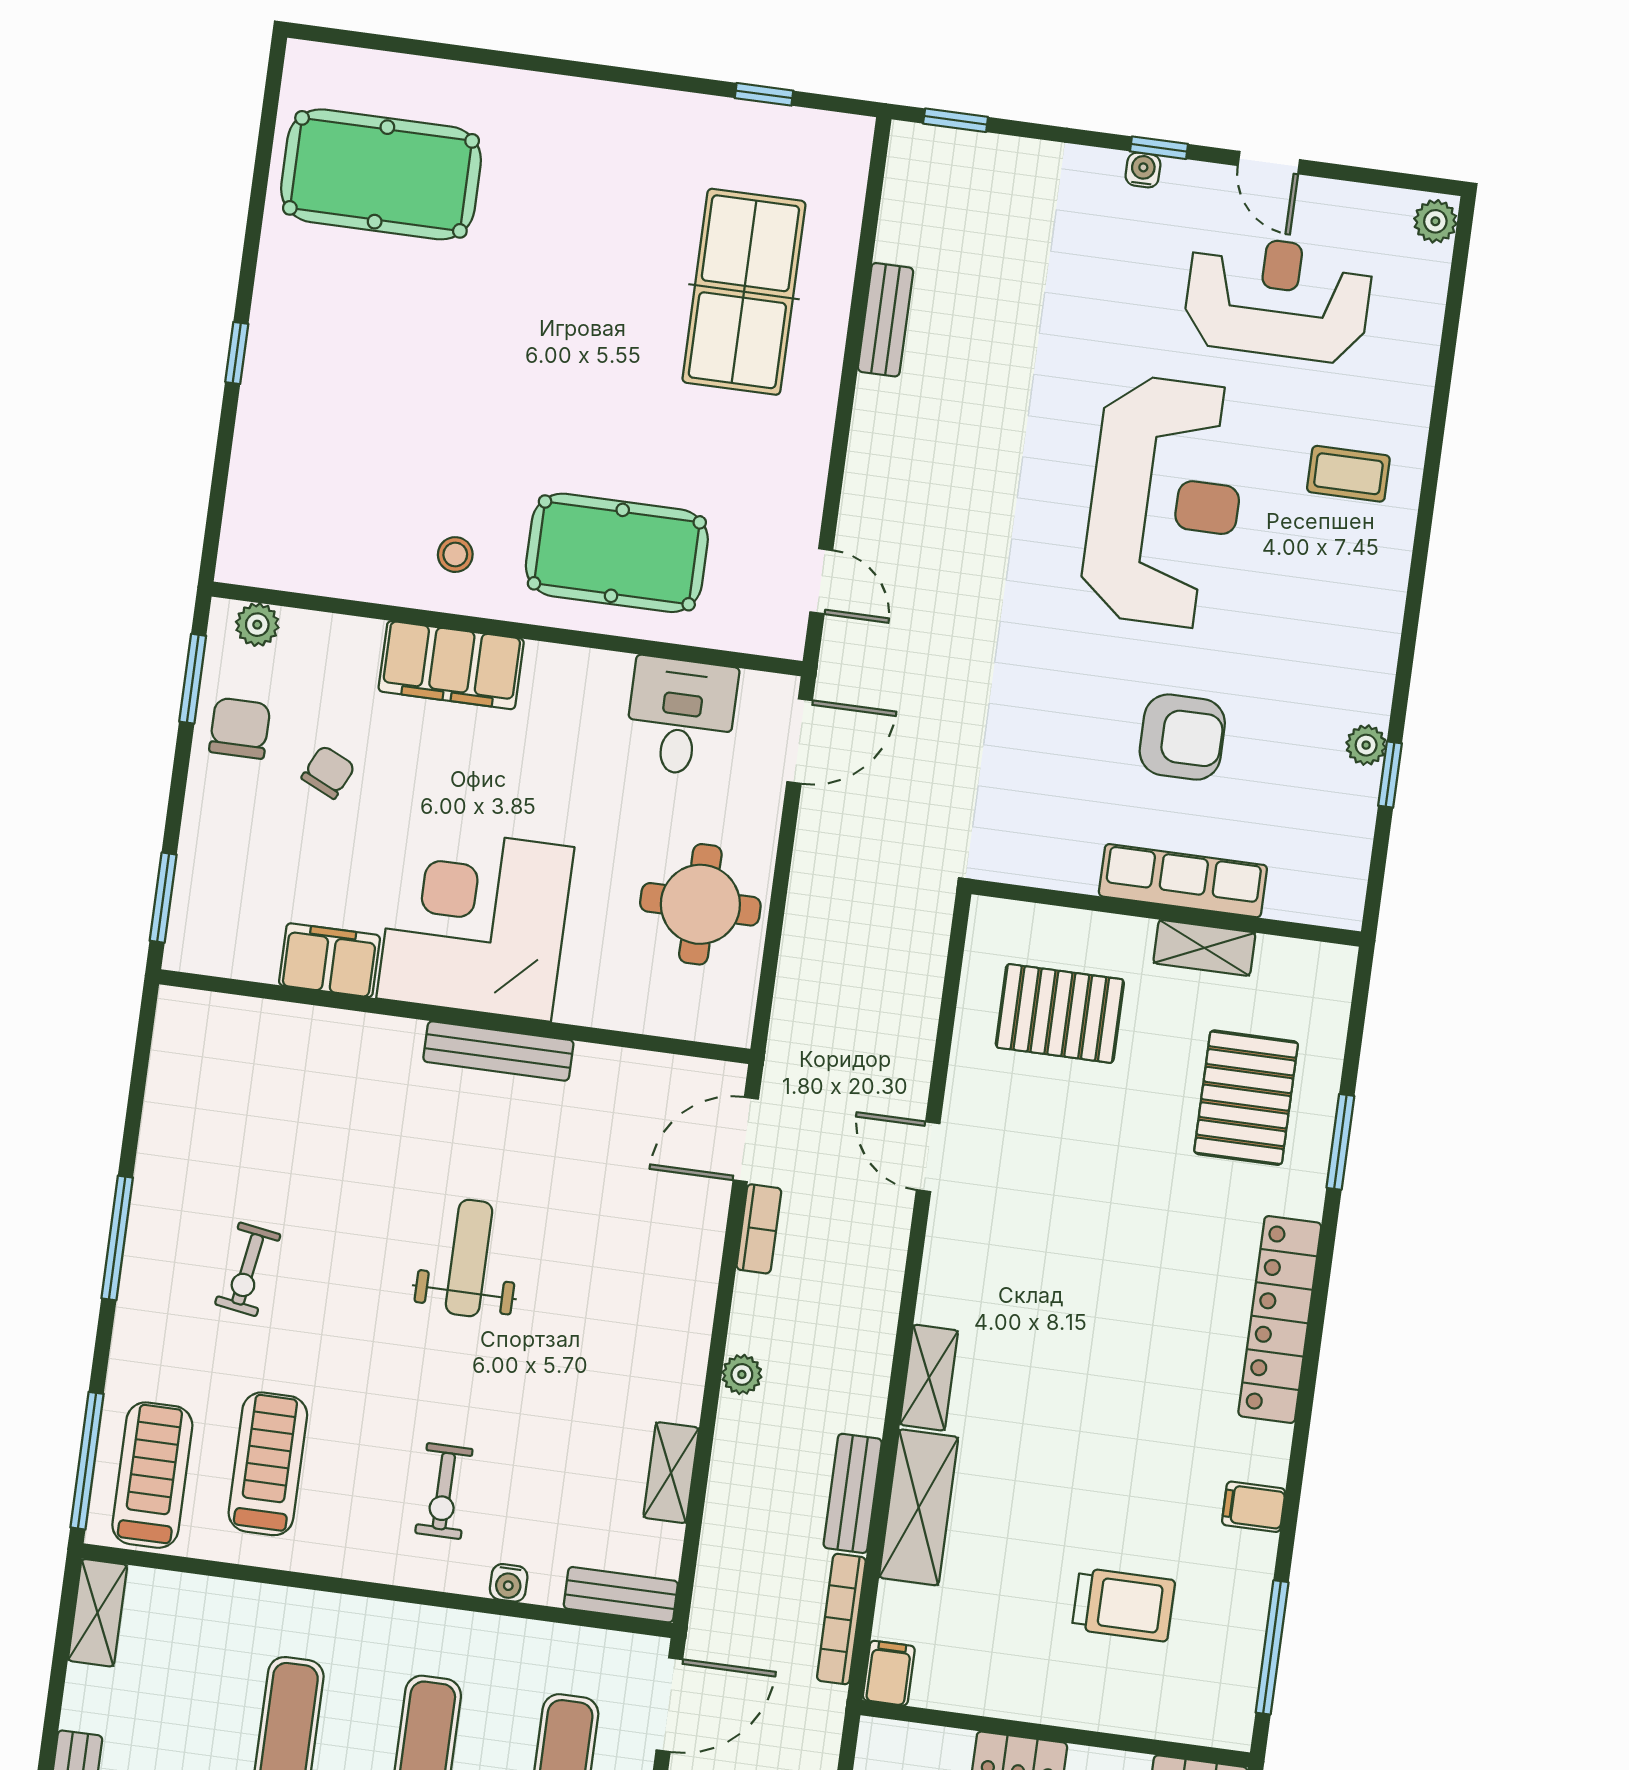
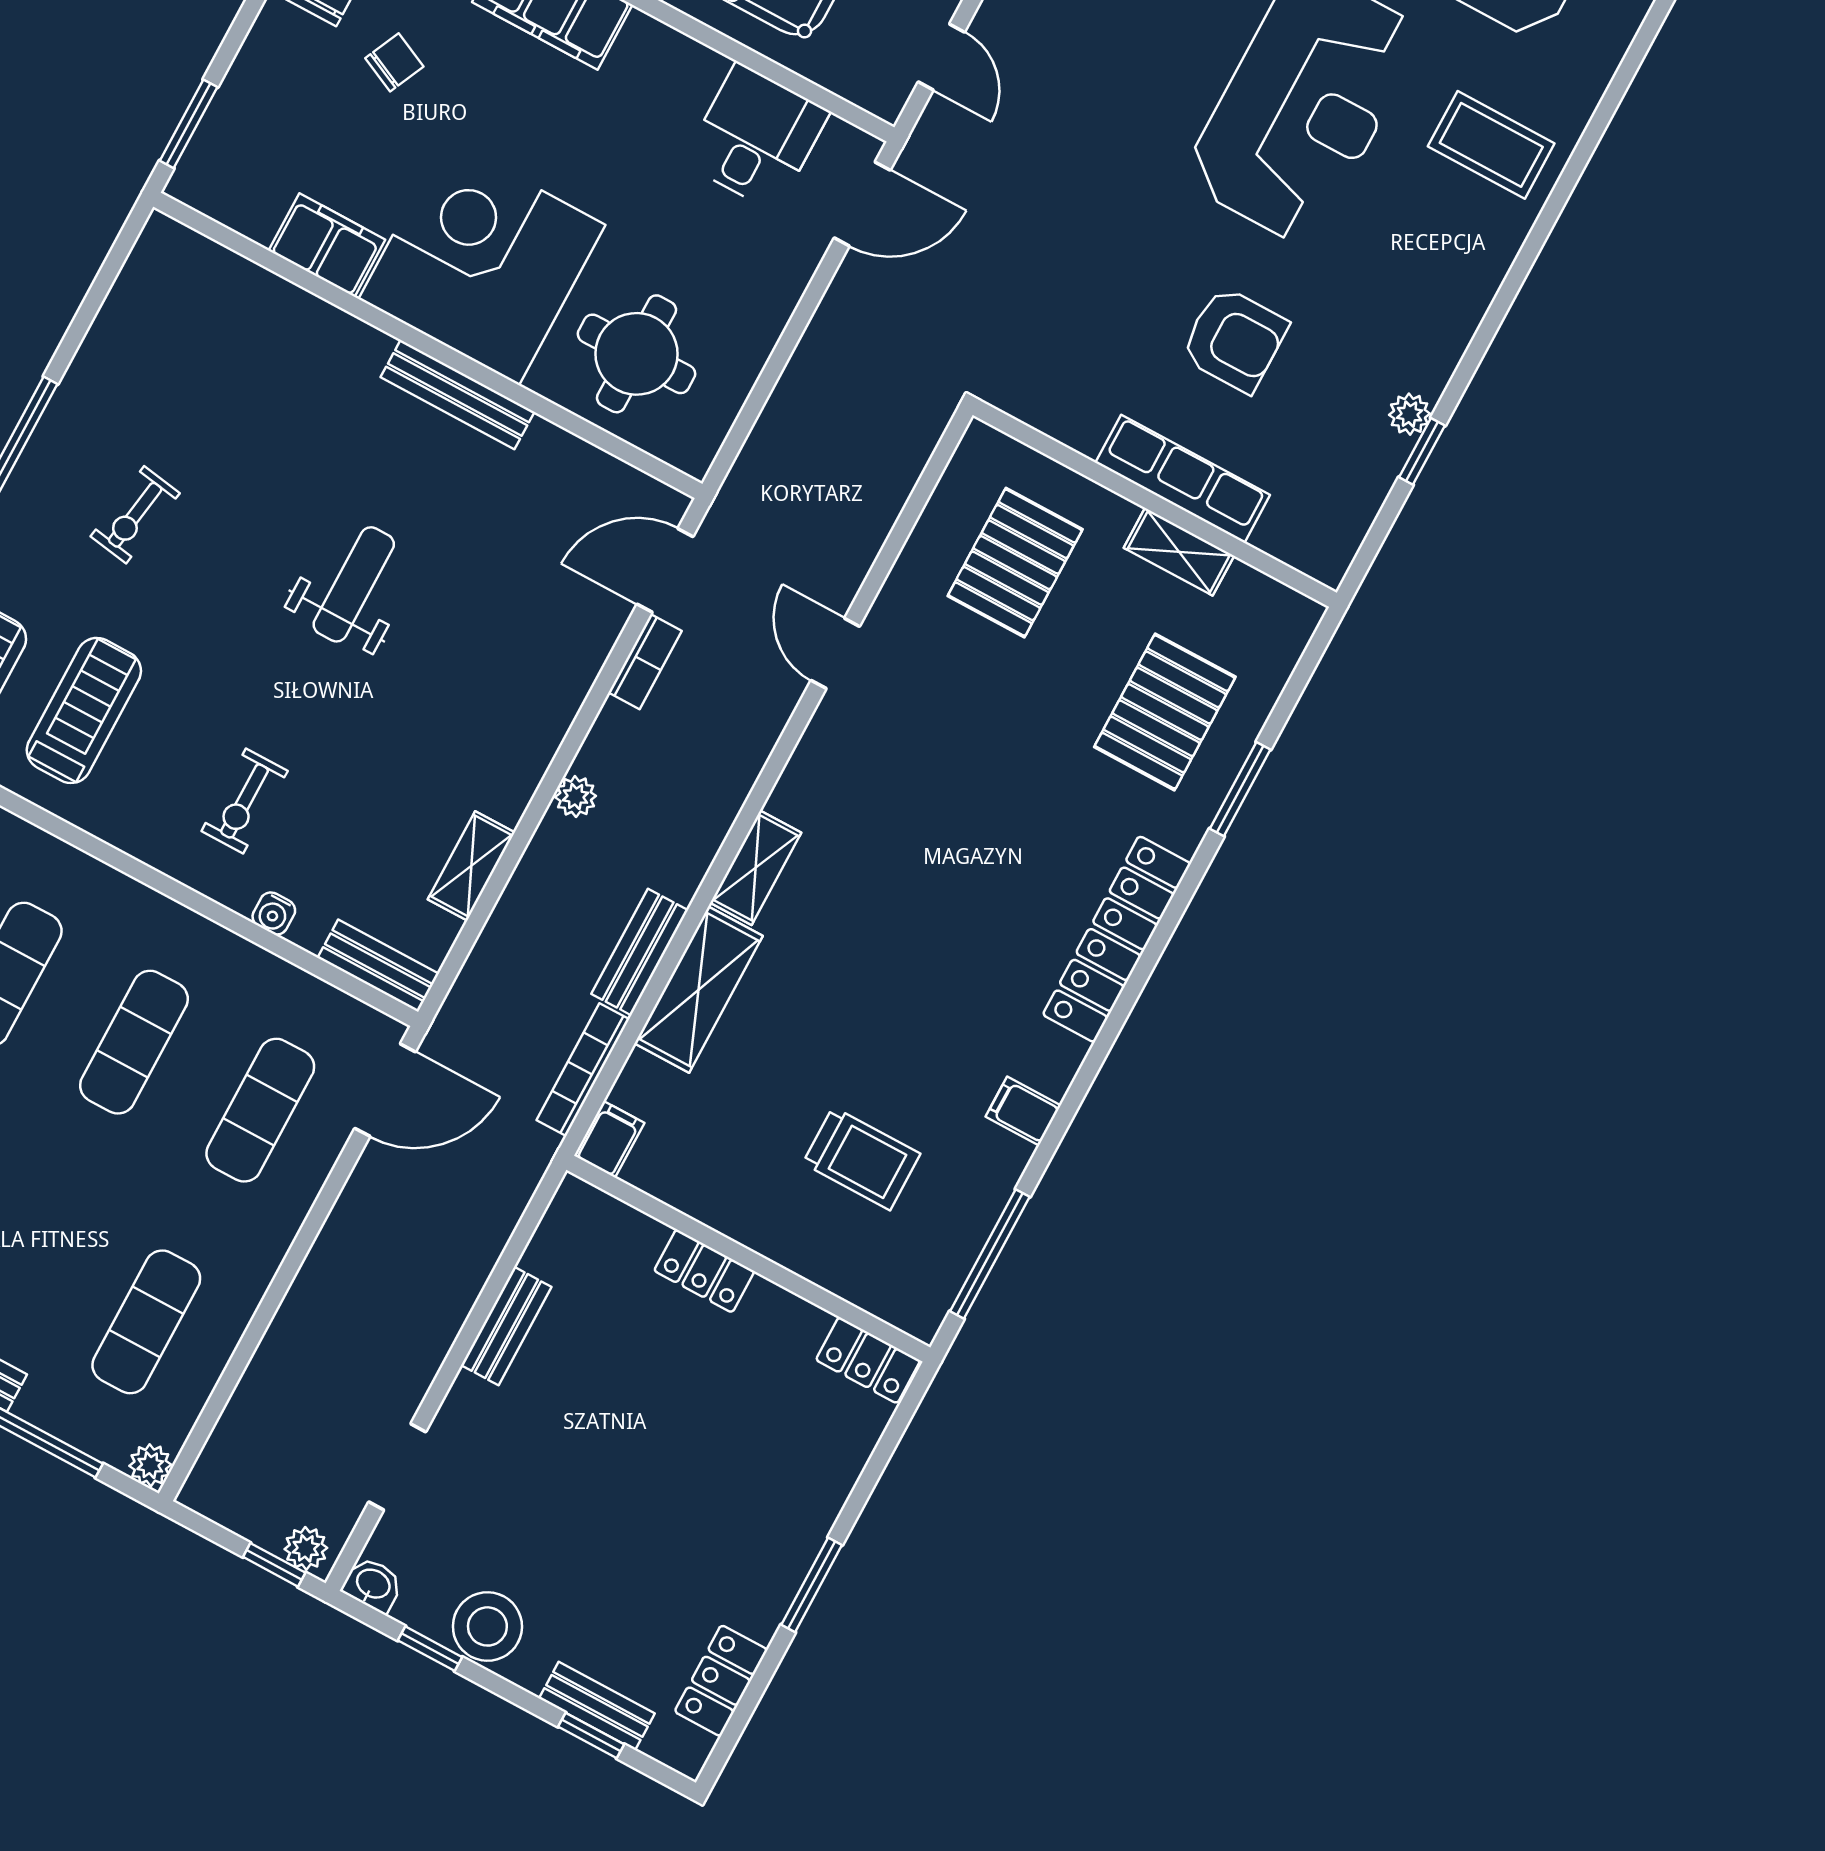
coffee table: (1348, 474) -> (1491, 145), width x1.36, depth x1.30
round table: (700, 904) -> (636, 354), moved
pallet: (1060, 1013) -> (1015, 563), turned 90

